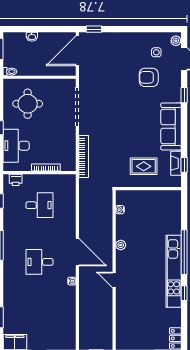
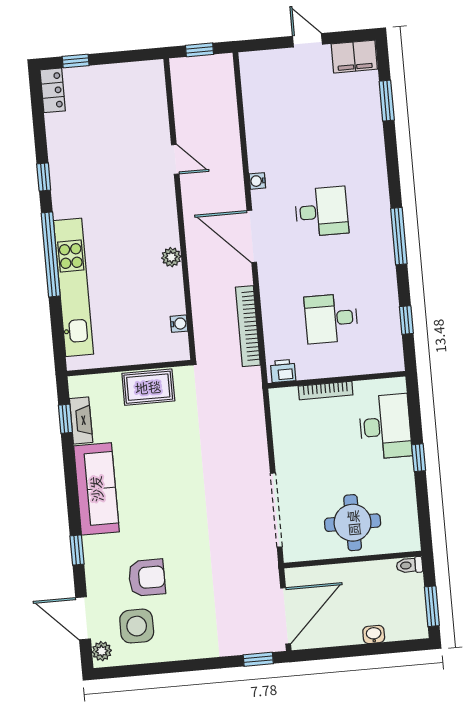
side table: (156, 52) -> (137, 626), width x1.87, depth x1.87
round table: (28, 104) -> (353, 523), moved
bookcase: (84, 157) -> (248, 326), moved
rug: (144, 166) -> (148, 387), moved
printer: (16, 180) -> (283, 371), moved
kitchen unit: (174, 271) -> (74, 287), moved
door: (114, 280) -> (175, 159), moved

